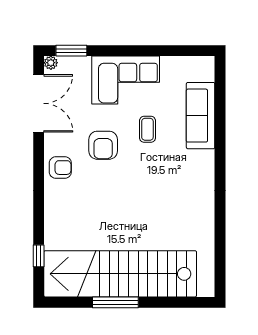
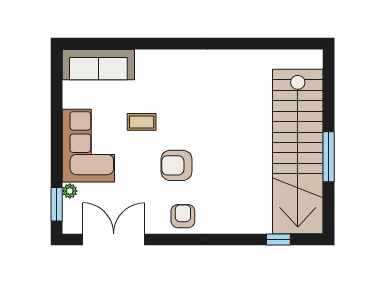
plant: (51, 63) -> (70, 191), moved
sofa: (201, 116) -> (98, 65), moved
armchair: (103, 145) -> (176, 165), moved, turned 180

